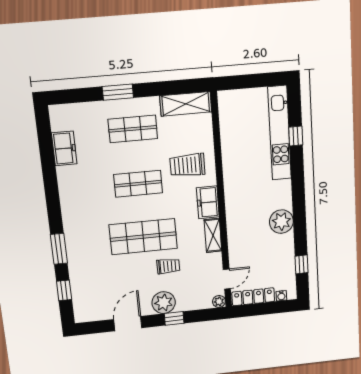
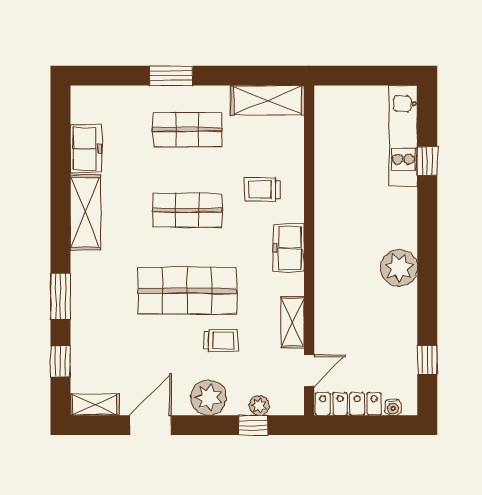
kitchen unit: (280, 133) -> (403, 136), width x0.73
trolley: (187, 165) -> (262, 190), width x0.73, depth x0.72
shelving: (69, 192) -> (85, 212), added
plant: (281, 222) -> (399, 268), moved
shelving: (213, 235) -> (293, 322), moved
plant: (219, 301) -> (259, 405), moved
shelving: (90, 315) -> (95, 404), added
window: (174, 318) -> (253, 425), moved

